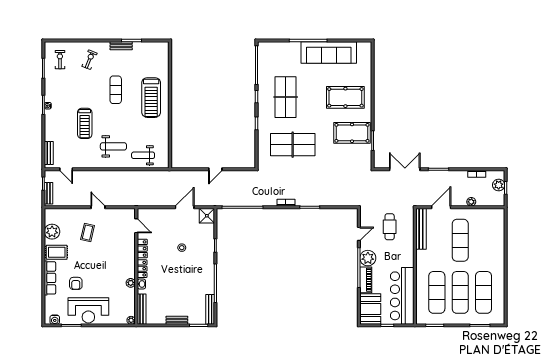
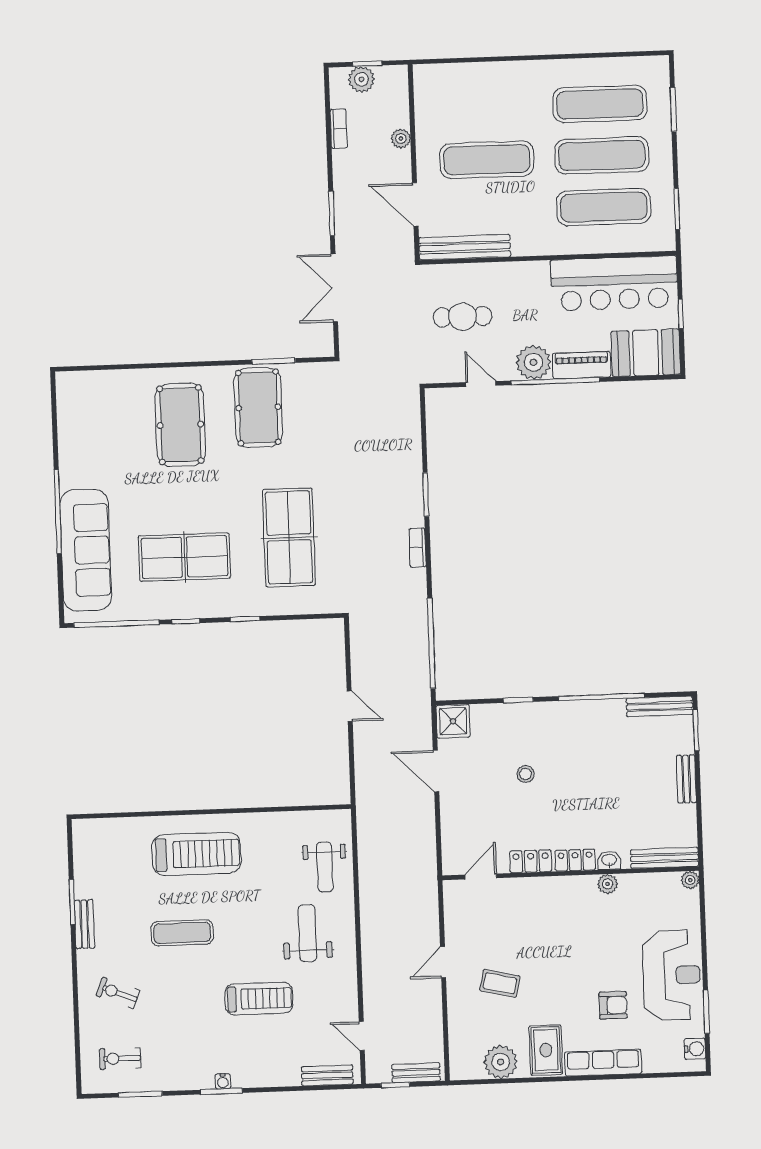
sofa: (329, 52) -> (86, 550), moved
door: (66, 169) -> (362, 1036), swing flipped

